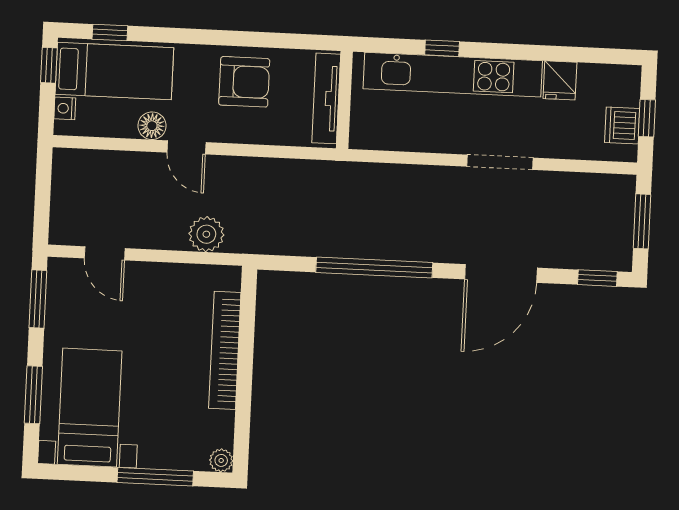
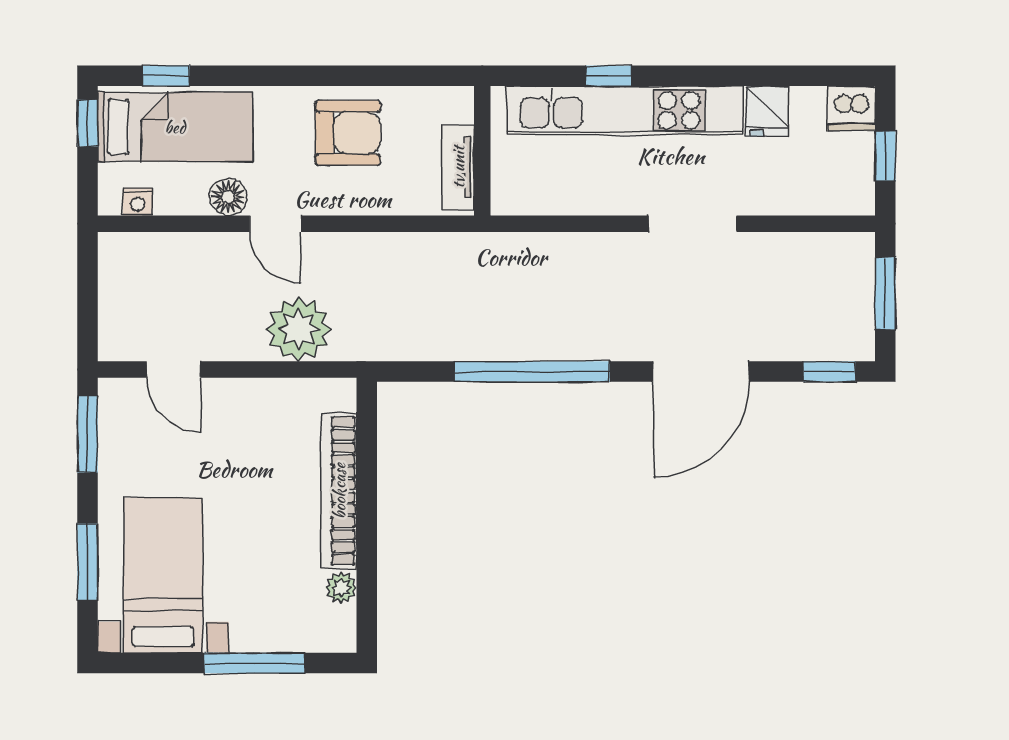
tv unit: (326, 98) -> (458, 167), width x0.71
nightstand: (65, 108) -> (137, 202), moved, turned -90
dishwasher: (622, 125) -> (851, 108), moved, turned -90
plant: (206, 234) -> (299, 329), width x1.36, depth x1.36
plant: (221, 460) -> (341, 588), moved

